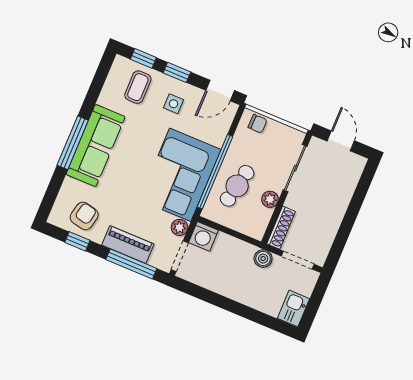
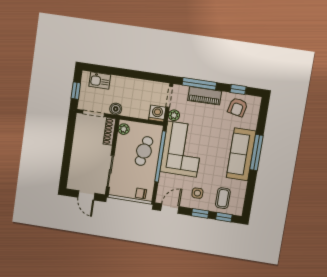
plant: (270, 199) -> (124, 129), moved
window: (315, 300) -> (76, 91), added
kitchen sink: (294, 308) -> (100, 81), moved, turned 90

